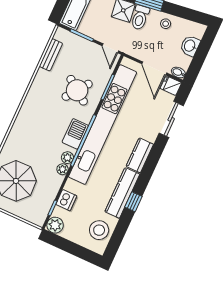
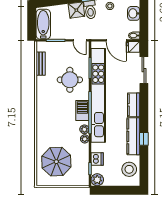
round table: (77, 90) -> (70, 80), turned -36

